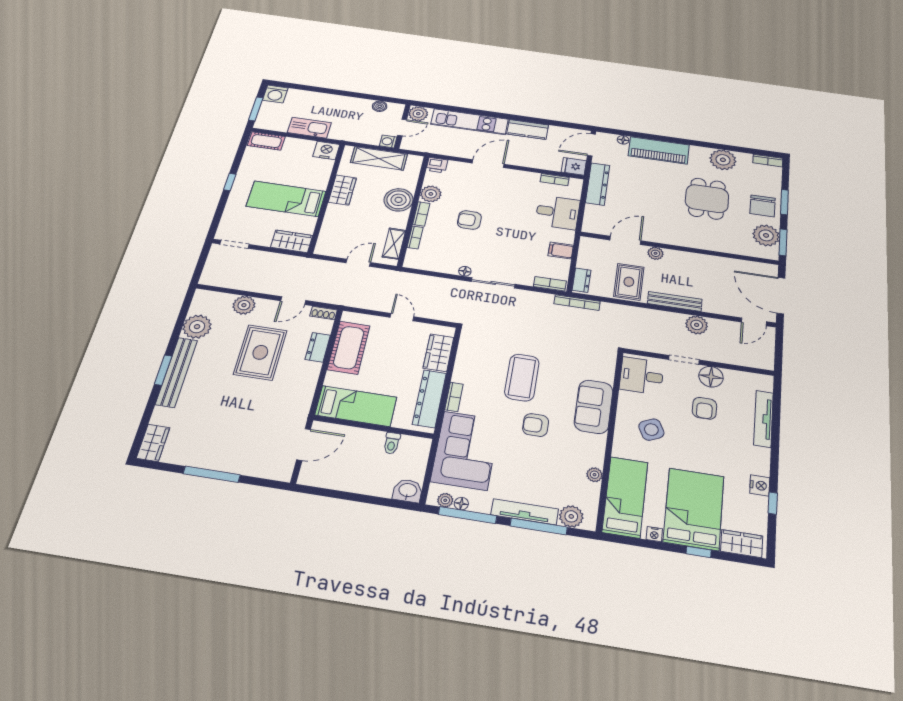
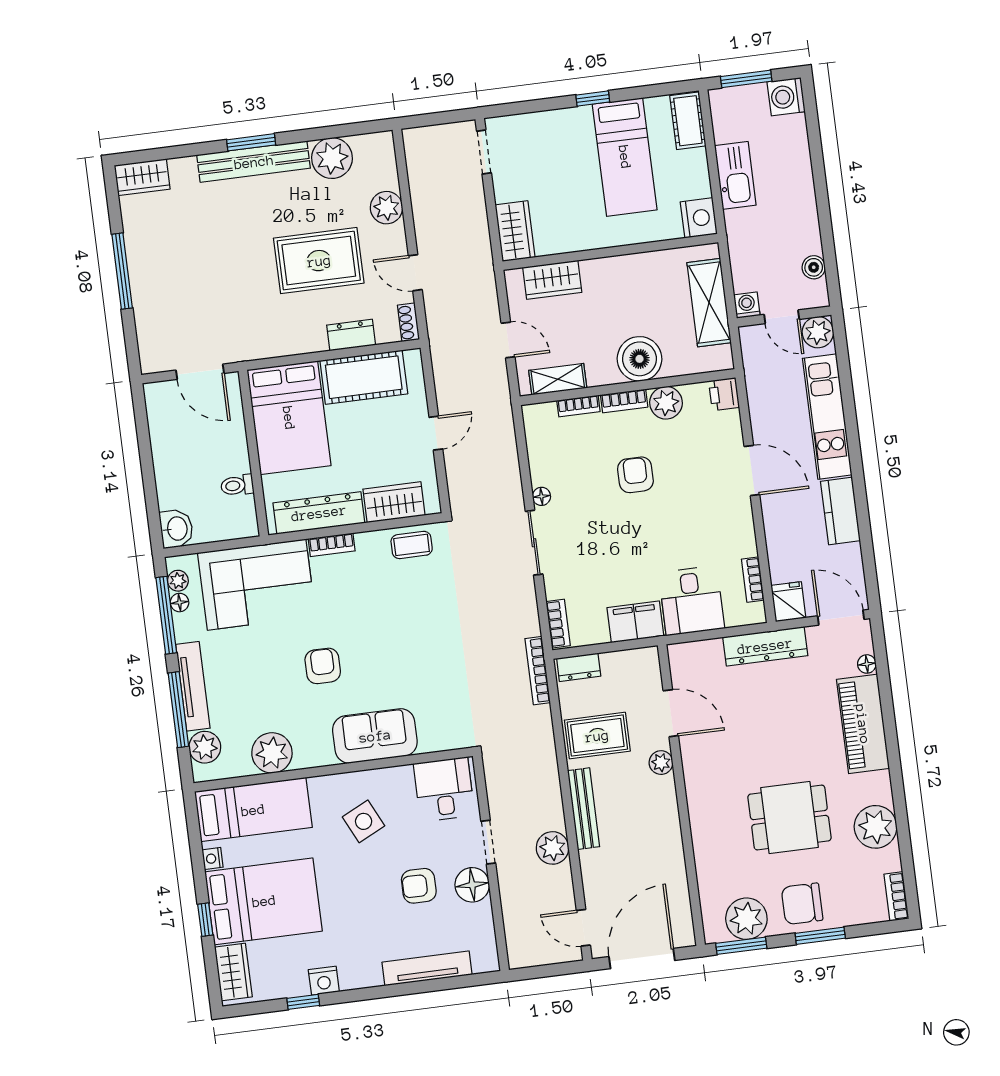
wardrobe: (342, 190) -> (552, 280), moved
bed: (286, 199) -> (625, 157), moved, turned 180
filing cabinet: (561, 250) -> (635, 622), width x2.00
coffee table: (522, 377) -> (412, 545), moved, width x0.54, depth x0.58
bed: (356, 406) -> (289, 418), width x1.50
plant: (595, 475) -> (272, 753), width x1.87, depth x1.87

